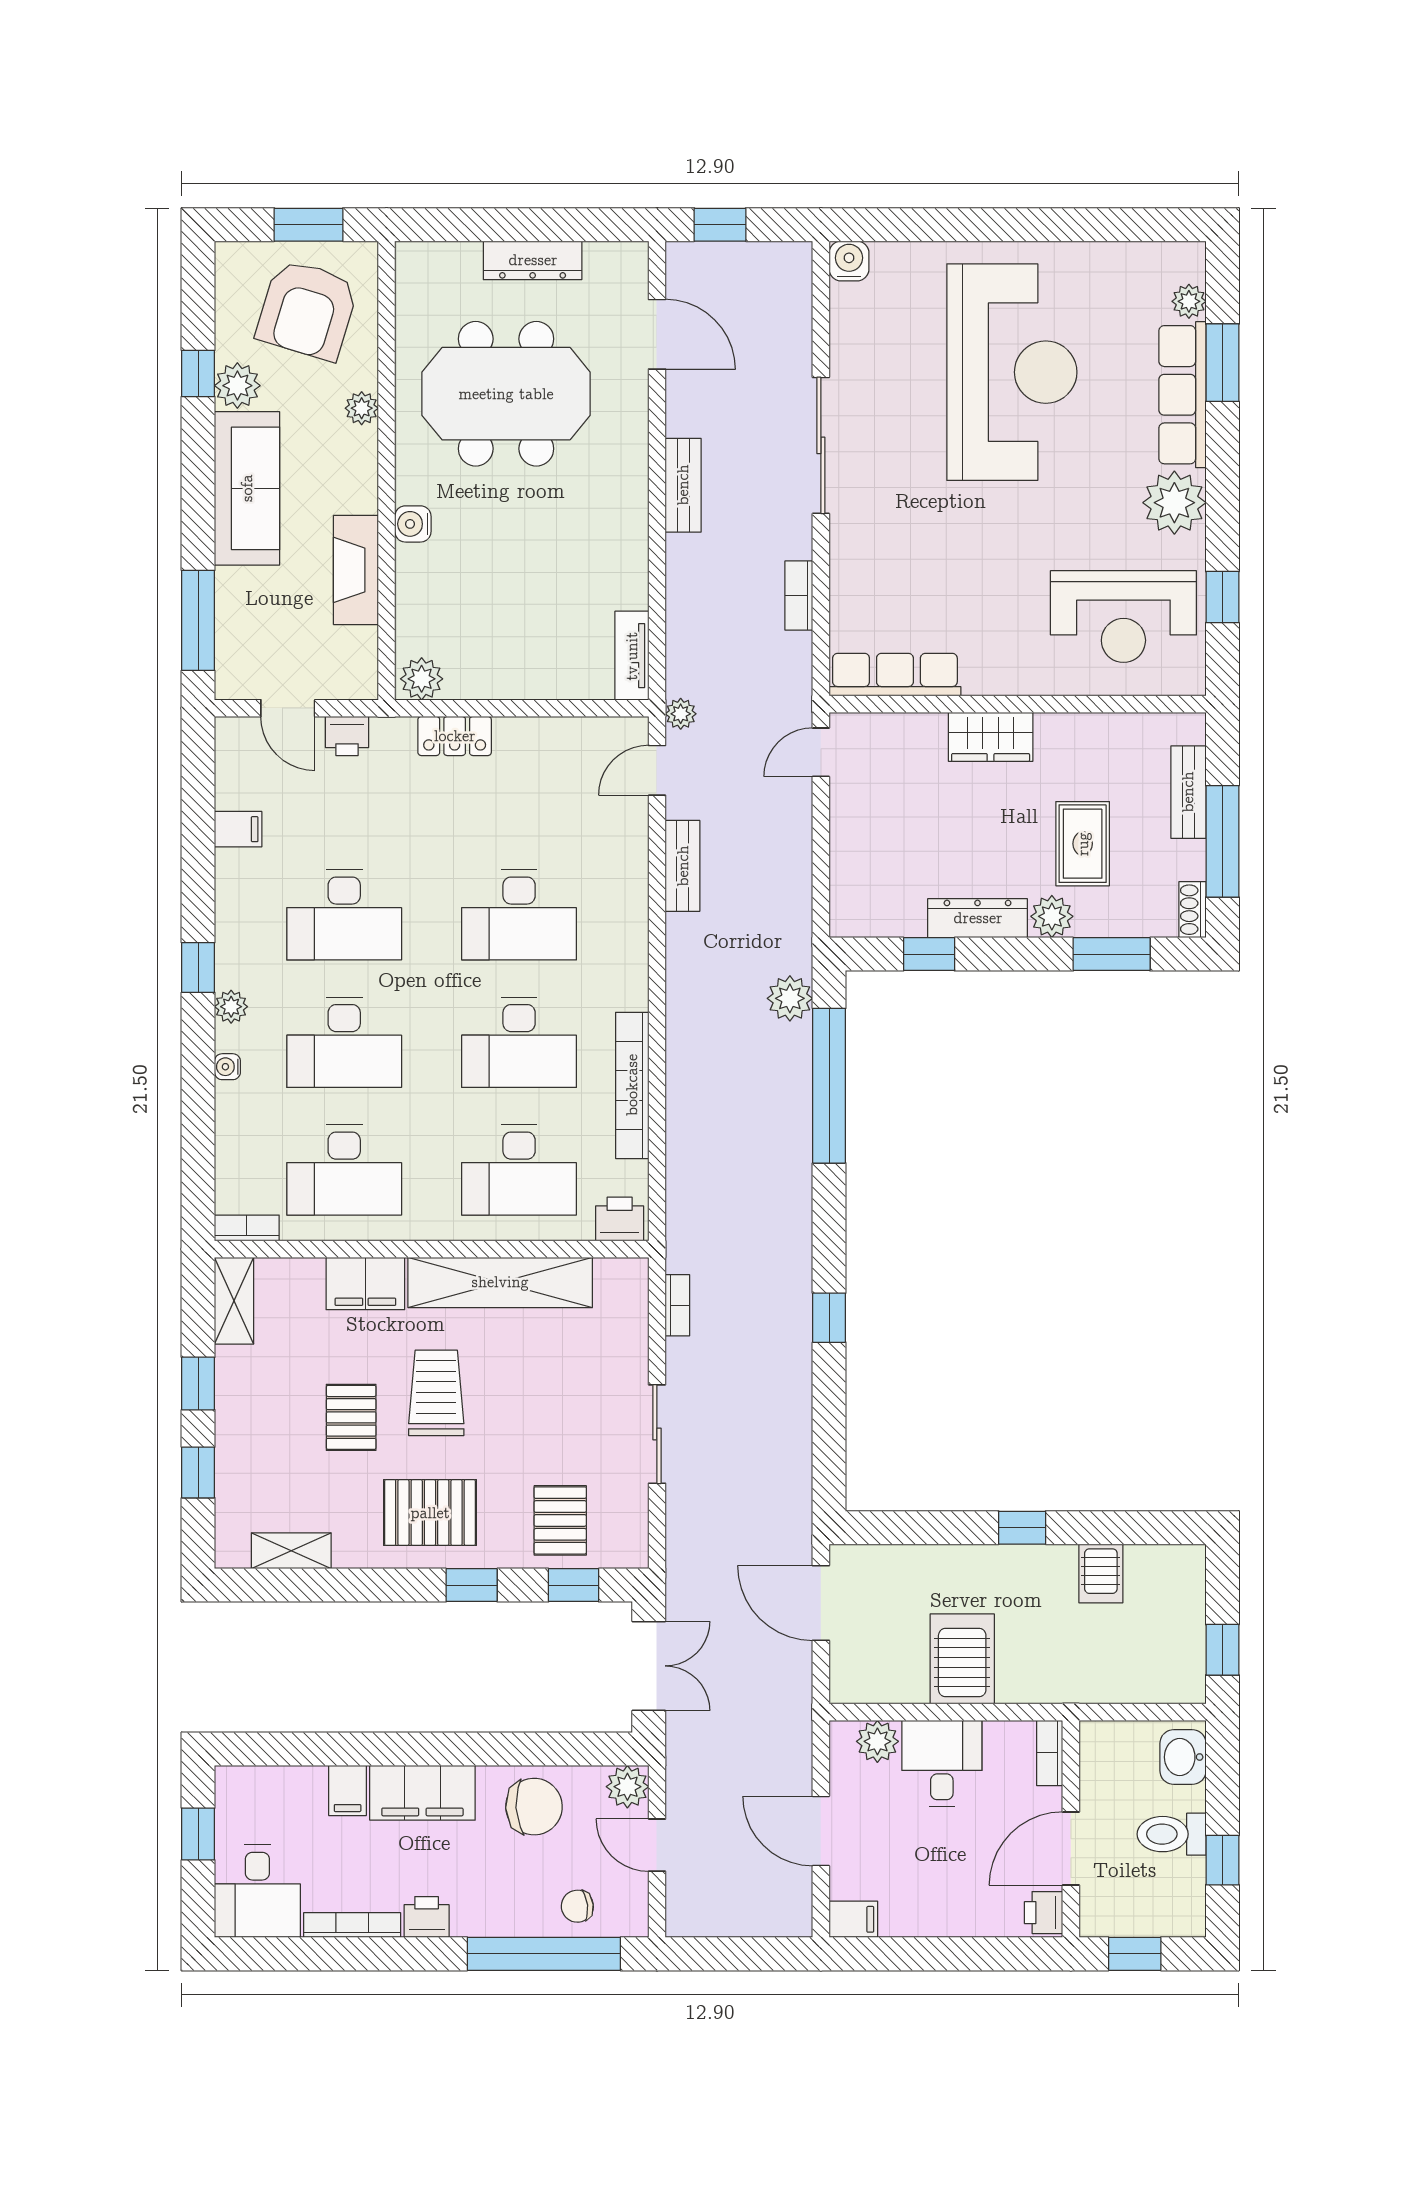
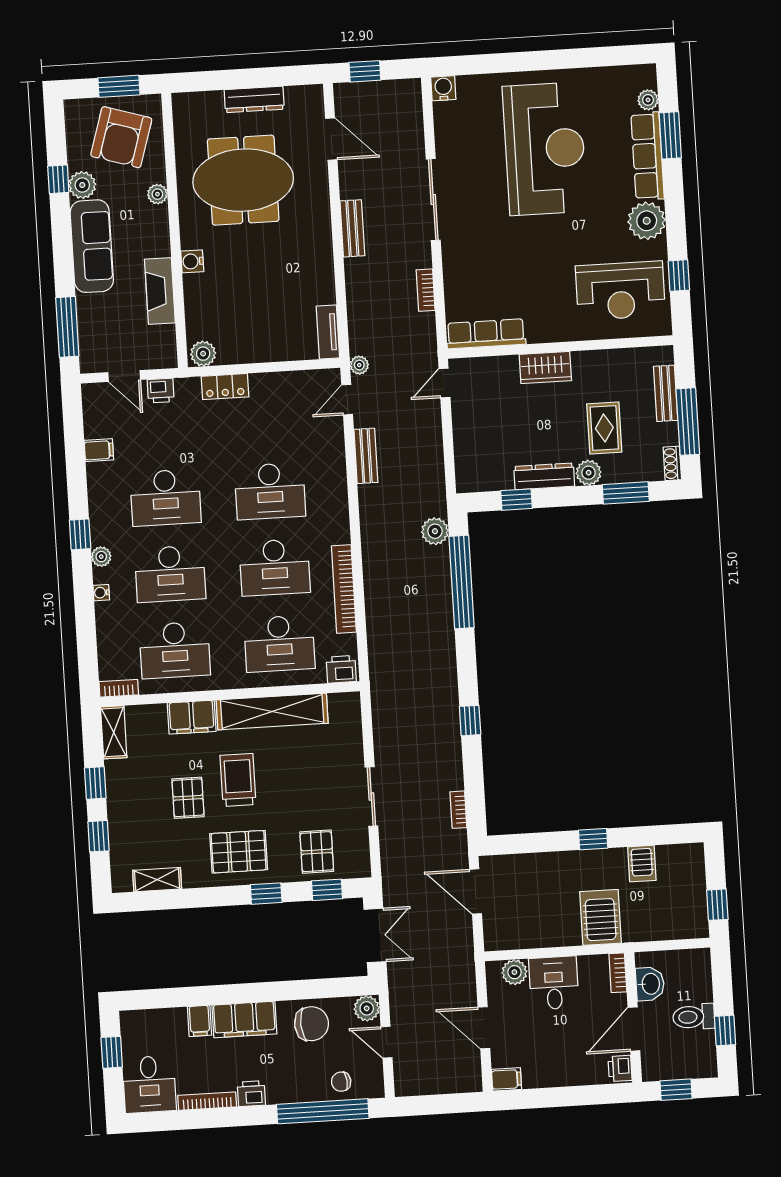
bookcase: (677, 1305) -> (458, 810), moved, turned 180
server rack: (962, 1659) -> (600, 917), moved
washbasin: (1183, 1757) -> (650, 984), moved, turned 180

